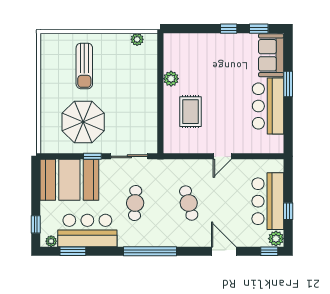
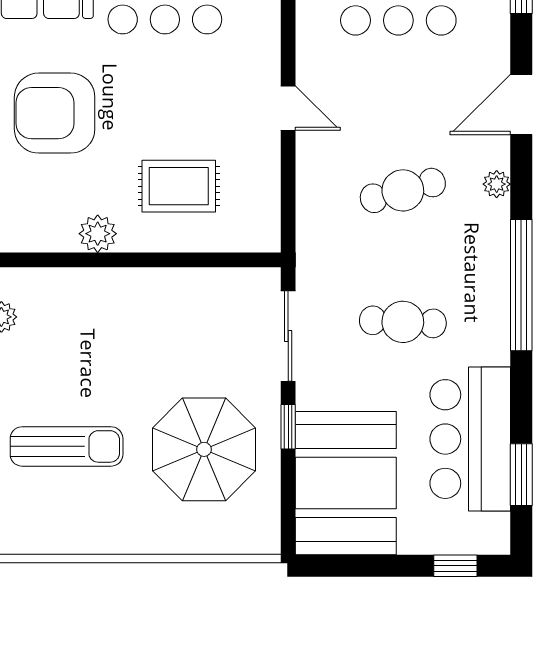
armchair: (220, 61) -> (55, 113), added
plant: (51, 241) -> (497, 184), moved

